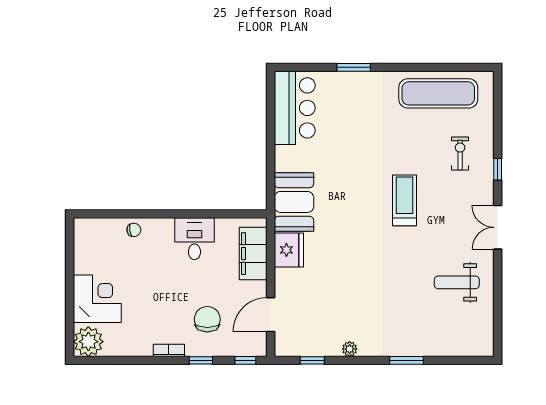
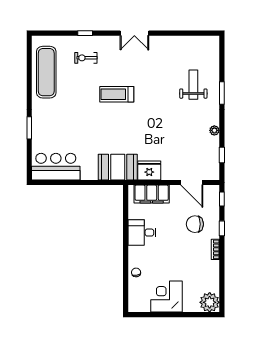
window: (498, 169) -> (85, 33), moved
weight bench: (457, 282) -> (193, 85), moved, turned 180
corner desk: (97, 299) -> (167, 296), moved

